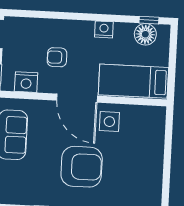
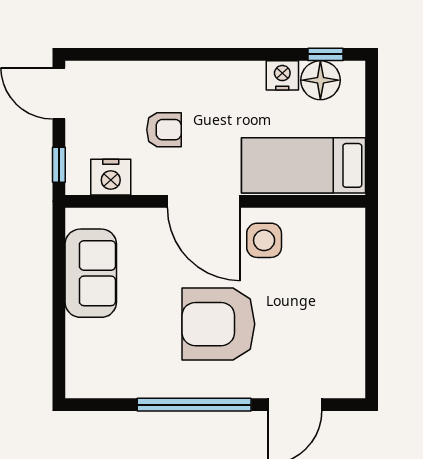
nightstand: (104, 29) -> (282, 75), moved
armchair: (57, 57) -> (164, 130), turned 180
armchair: (82, 167) -> (218, 324), turned 180

